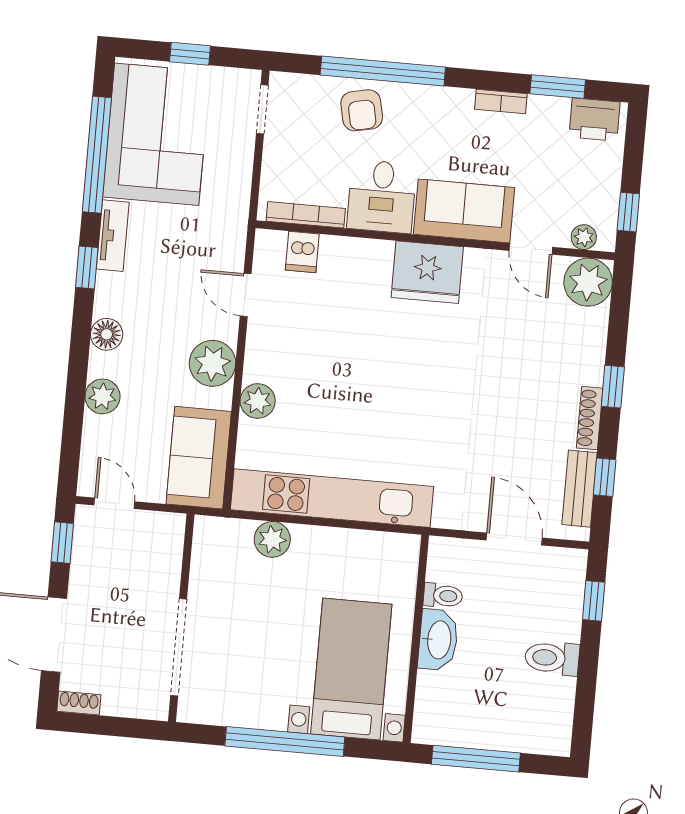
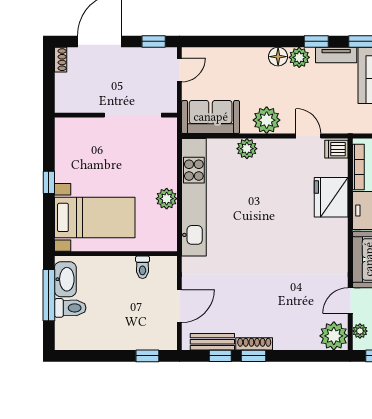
dishwasher: (302, 252) -> (336, 149), moved
fridge: (427, 272) -> (331, 197), moved
door: (246, 295) -> (308, 136), hinge flipped
window: (613, 387) -> (253, 356), moved
plant: (102, 396) -> (299, 57), moved
plant: (272, 539) -> (167, 199), moved
washbasin: (438, 640) -> (65, 279), moved, turned -90
doorway: (179, 647) -> (133, 115), moved
toilet: (552, 658) -> (70, 308), moved, turned 90
window: (285, 742) -> (49, 182), width x0.32

